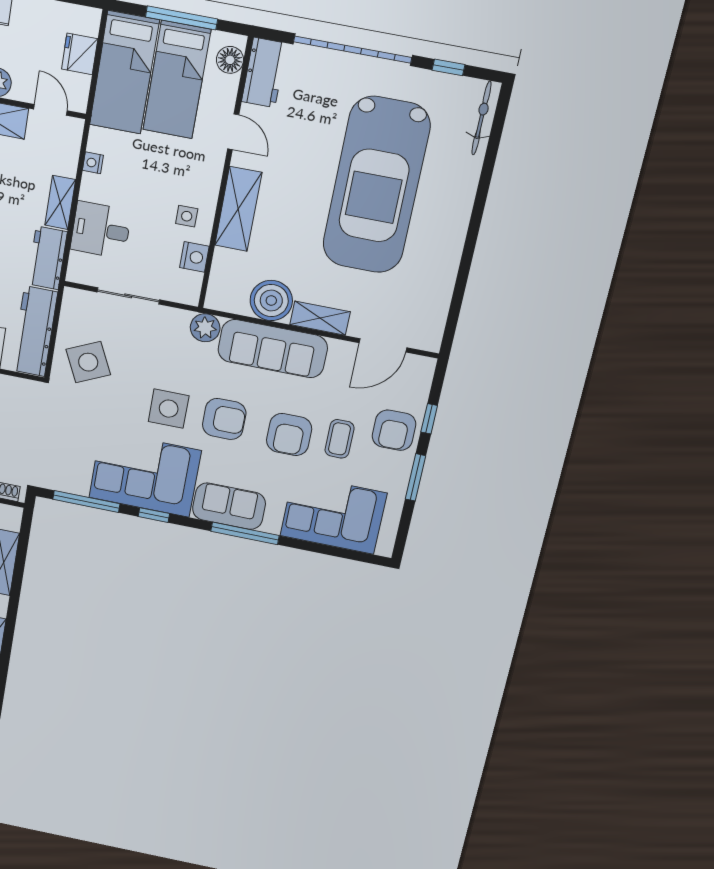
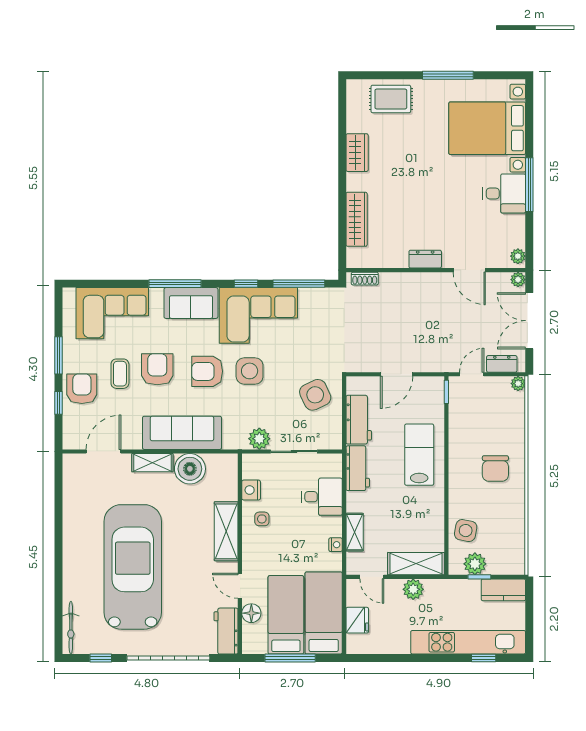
floor lamp: (230, 60) -> (251, 613), moved
shelving: (60, 202) -> (355, 532), moved
plant: (205, 328) -> (259, 439), moved
workbench: (35, 331) -> (359, 420), width x0.73

